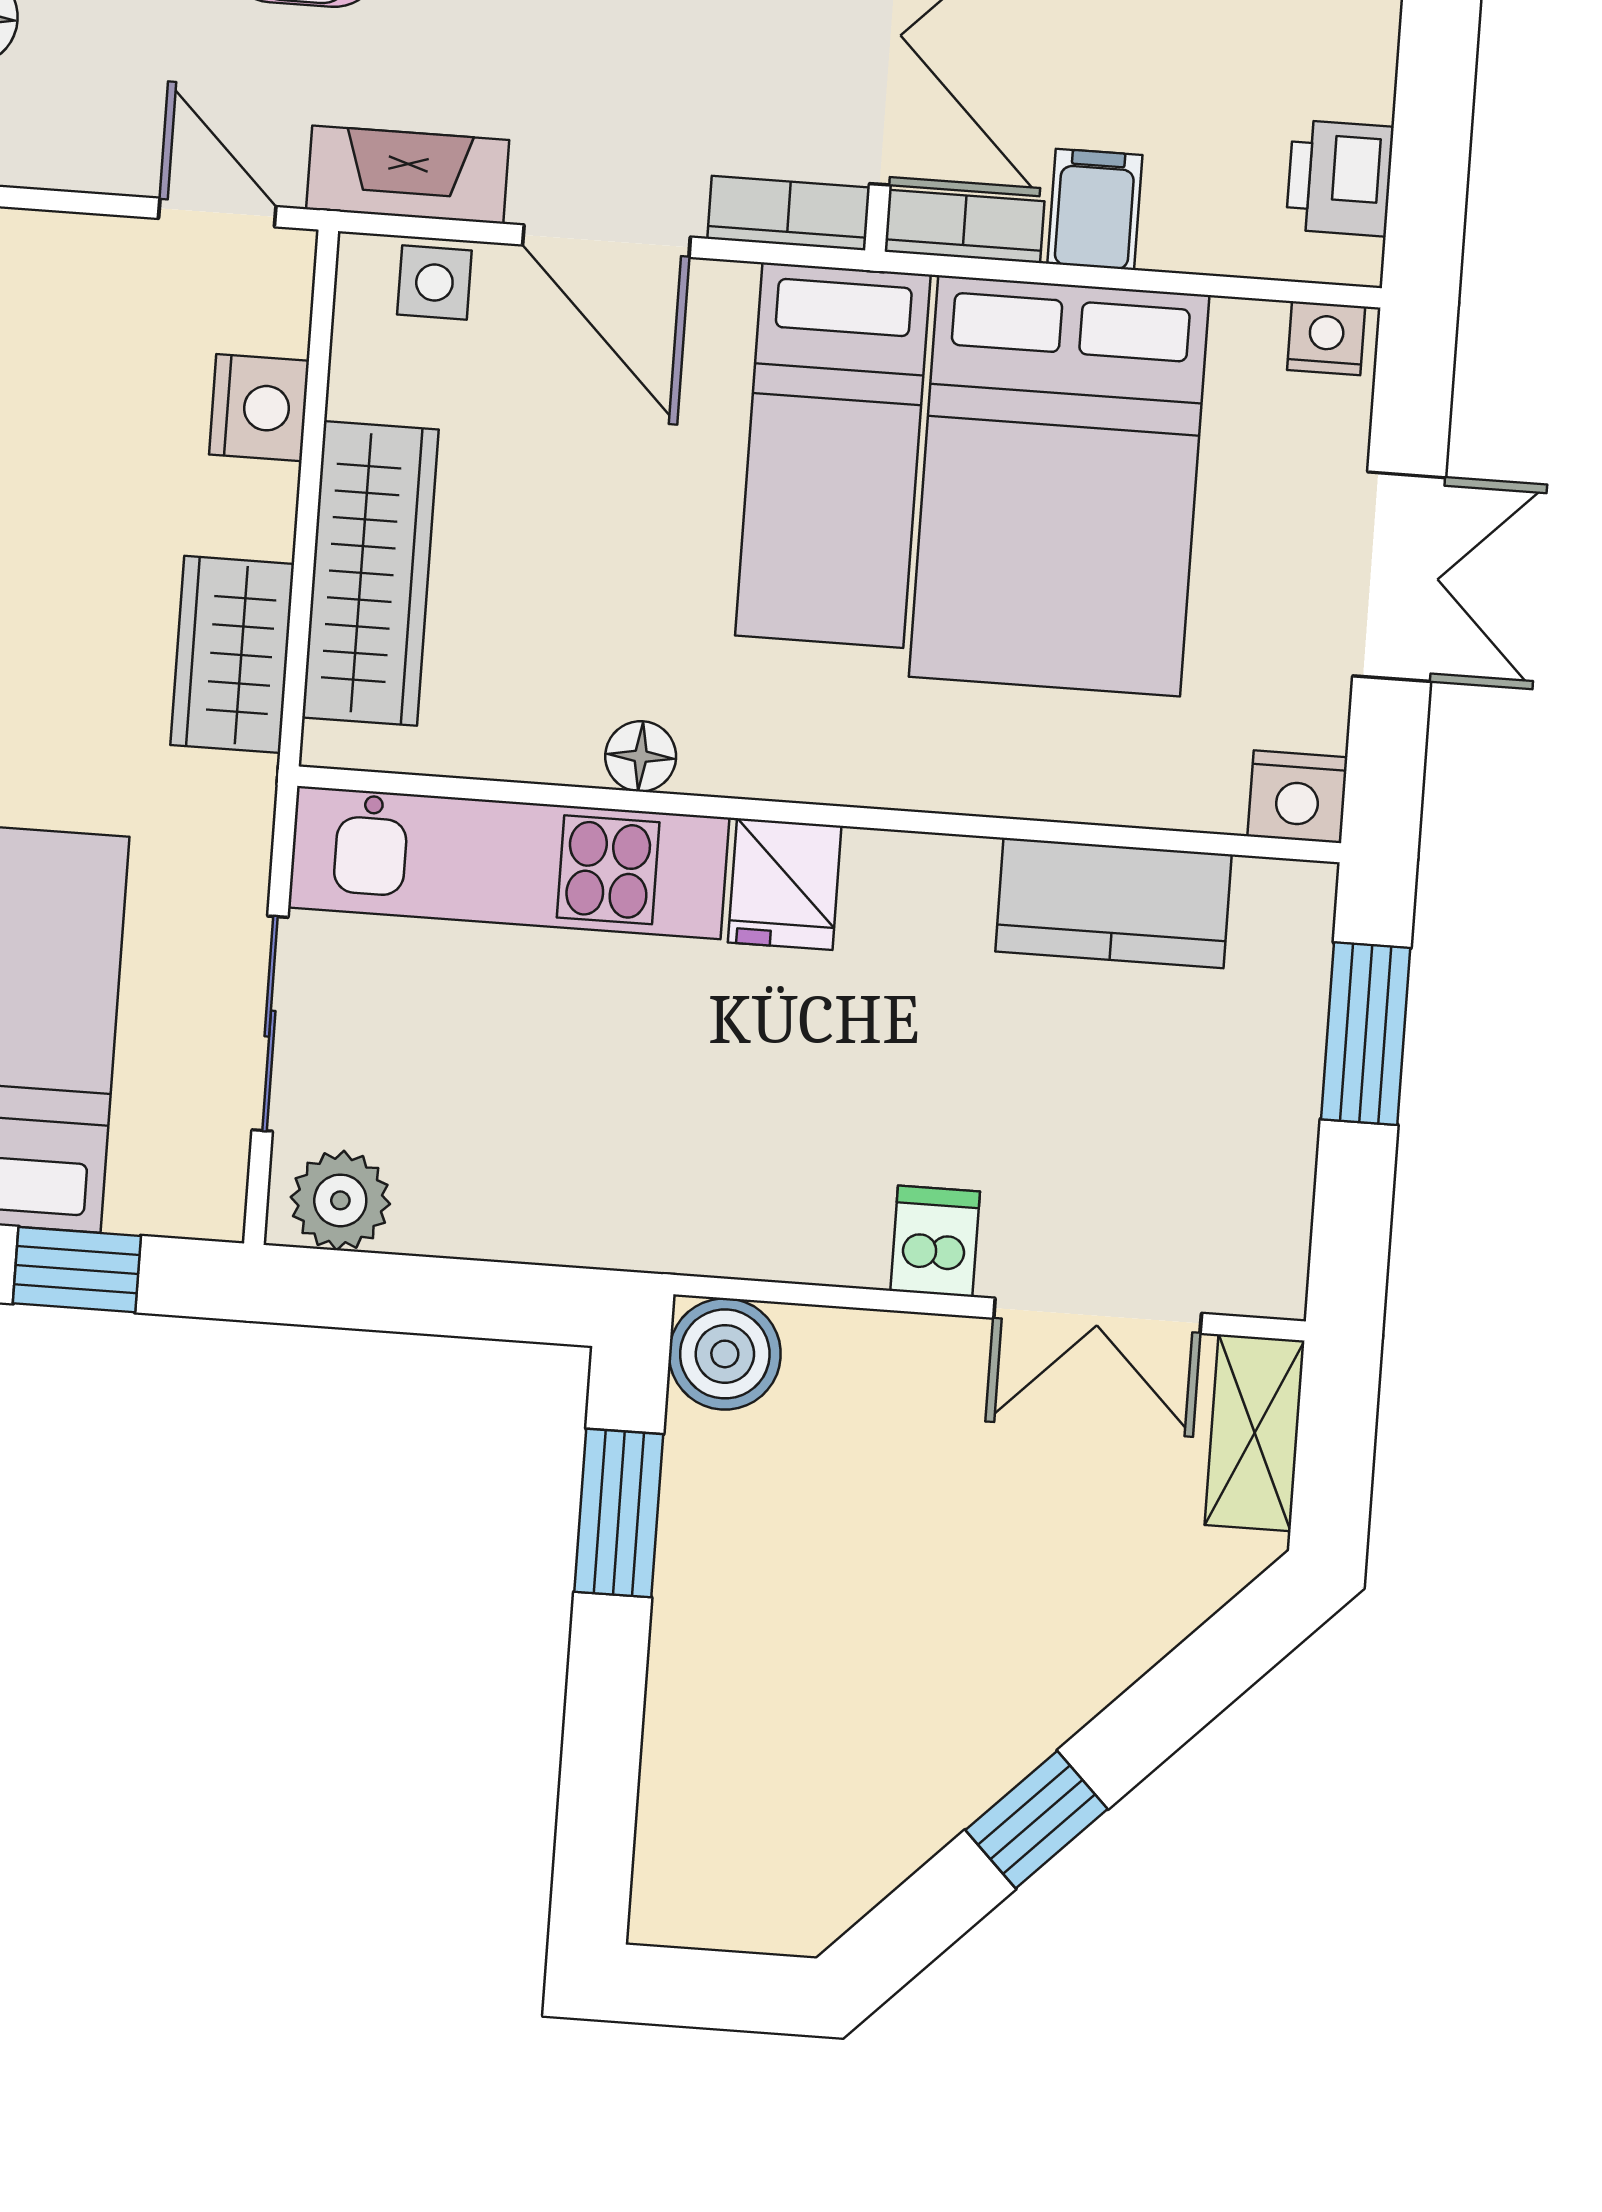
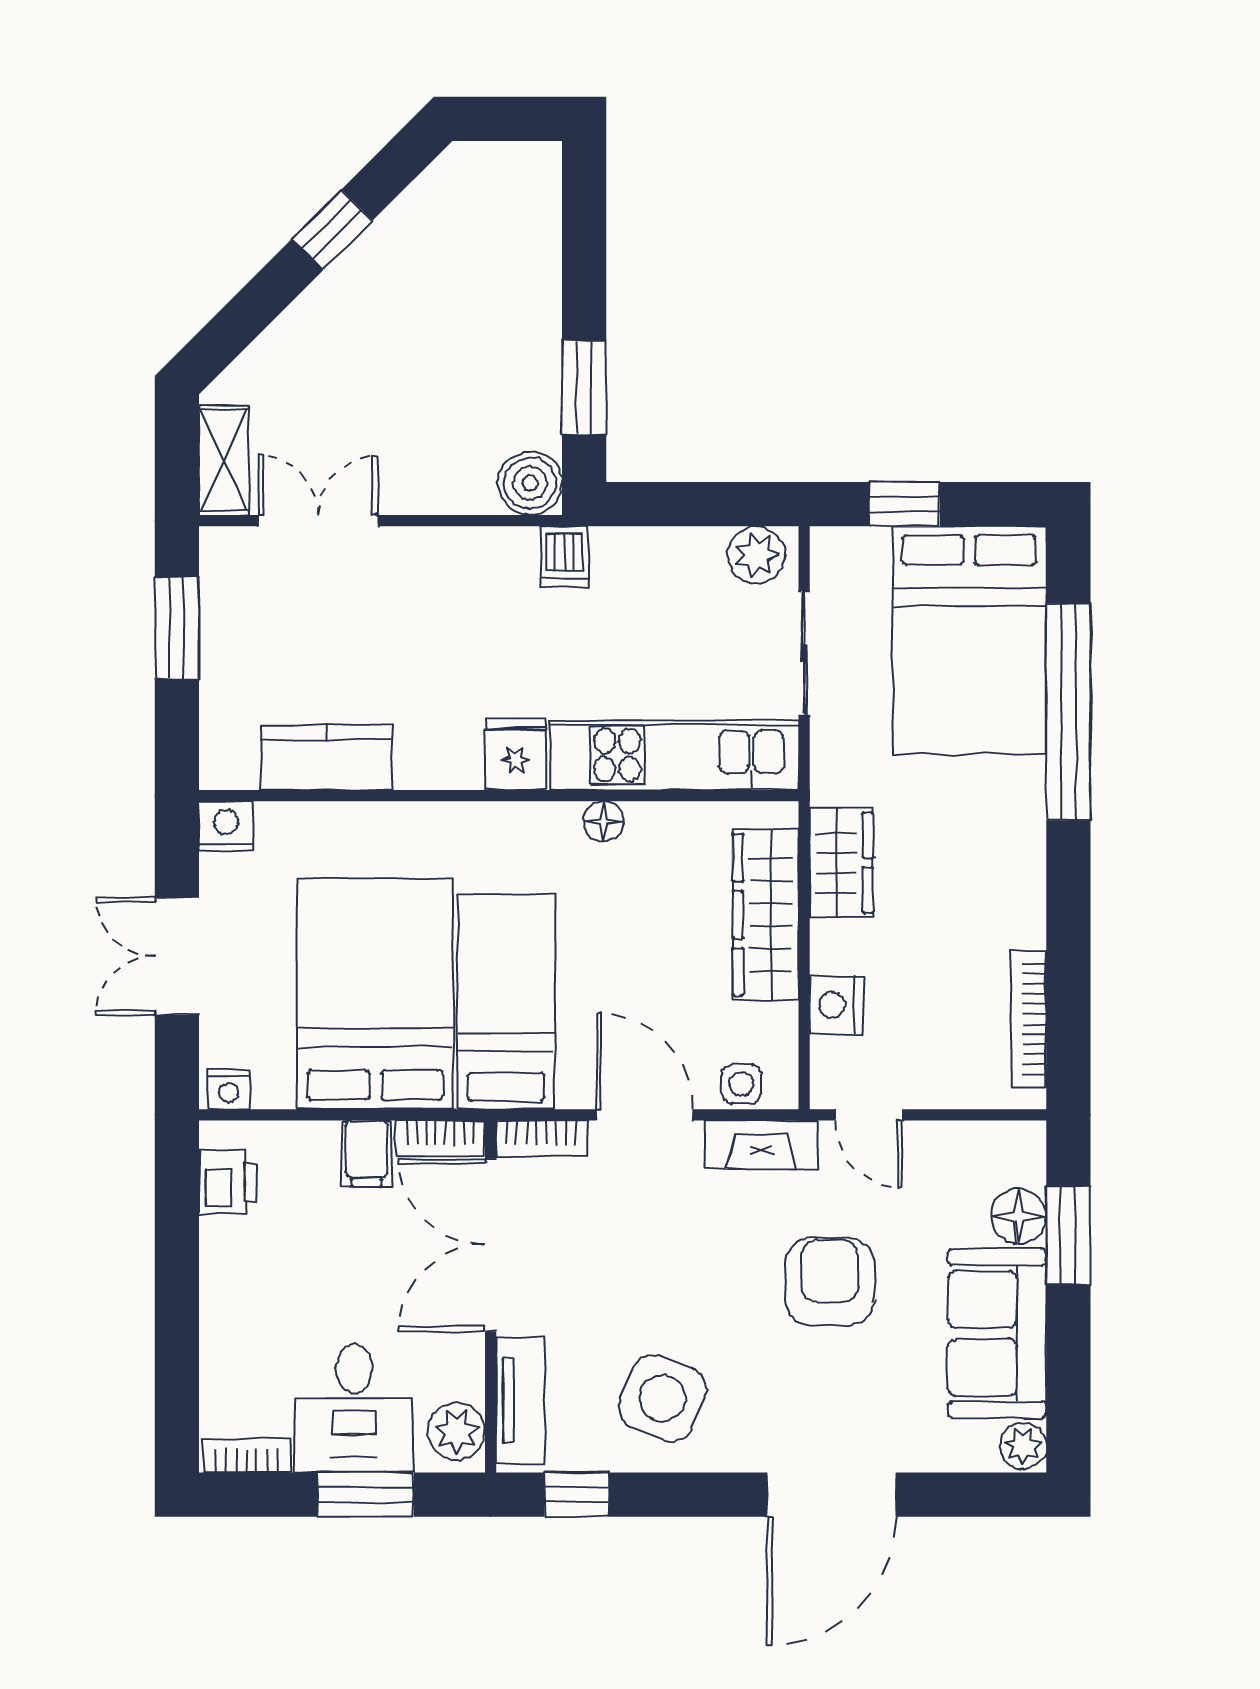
window: (1366, 1034) -> (177, 628), moved
dishwasher: (935, 1241) -> (564, 556), moved

